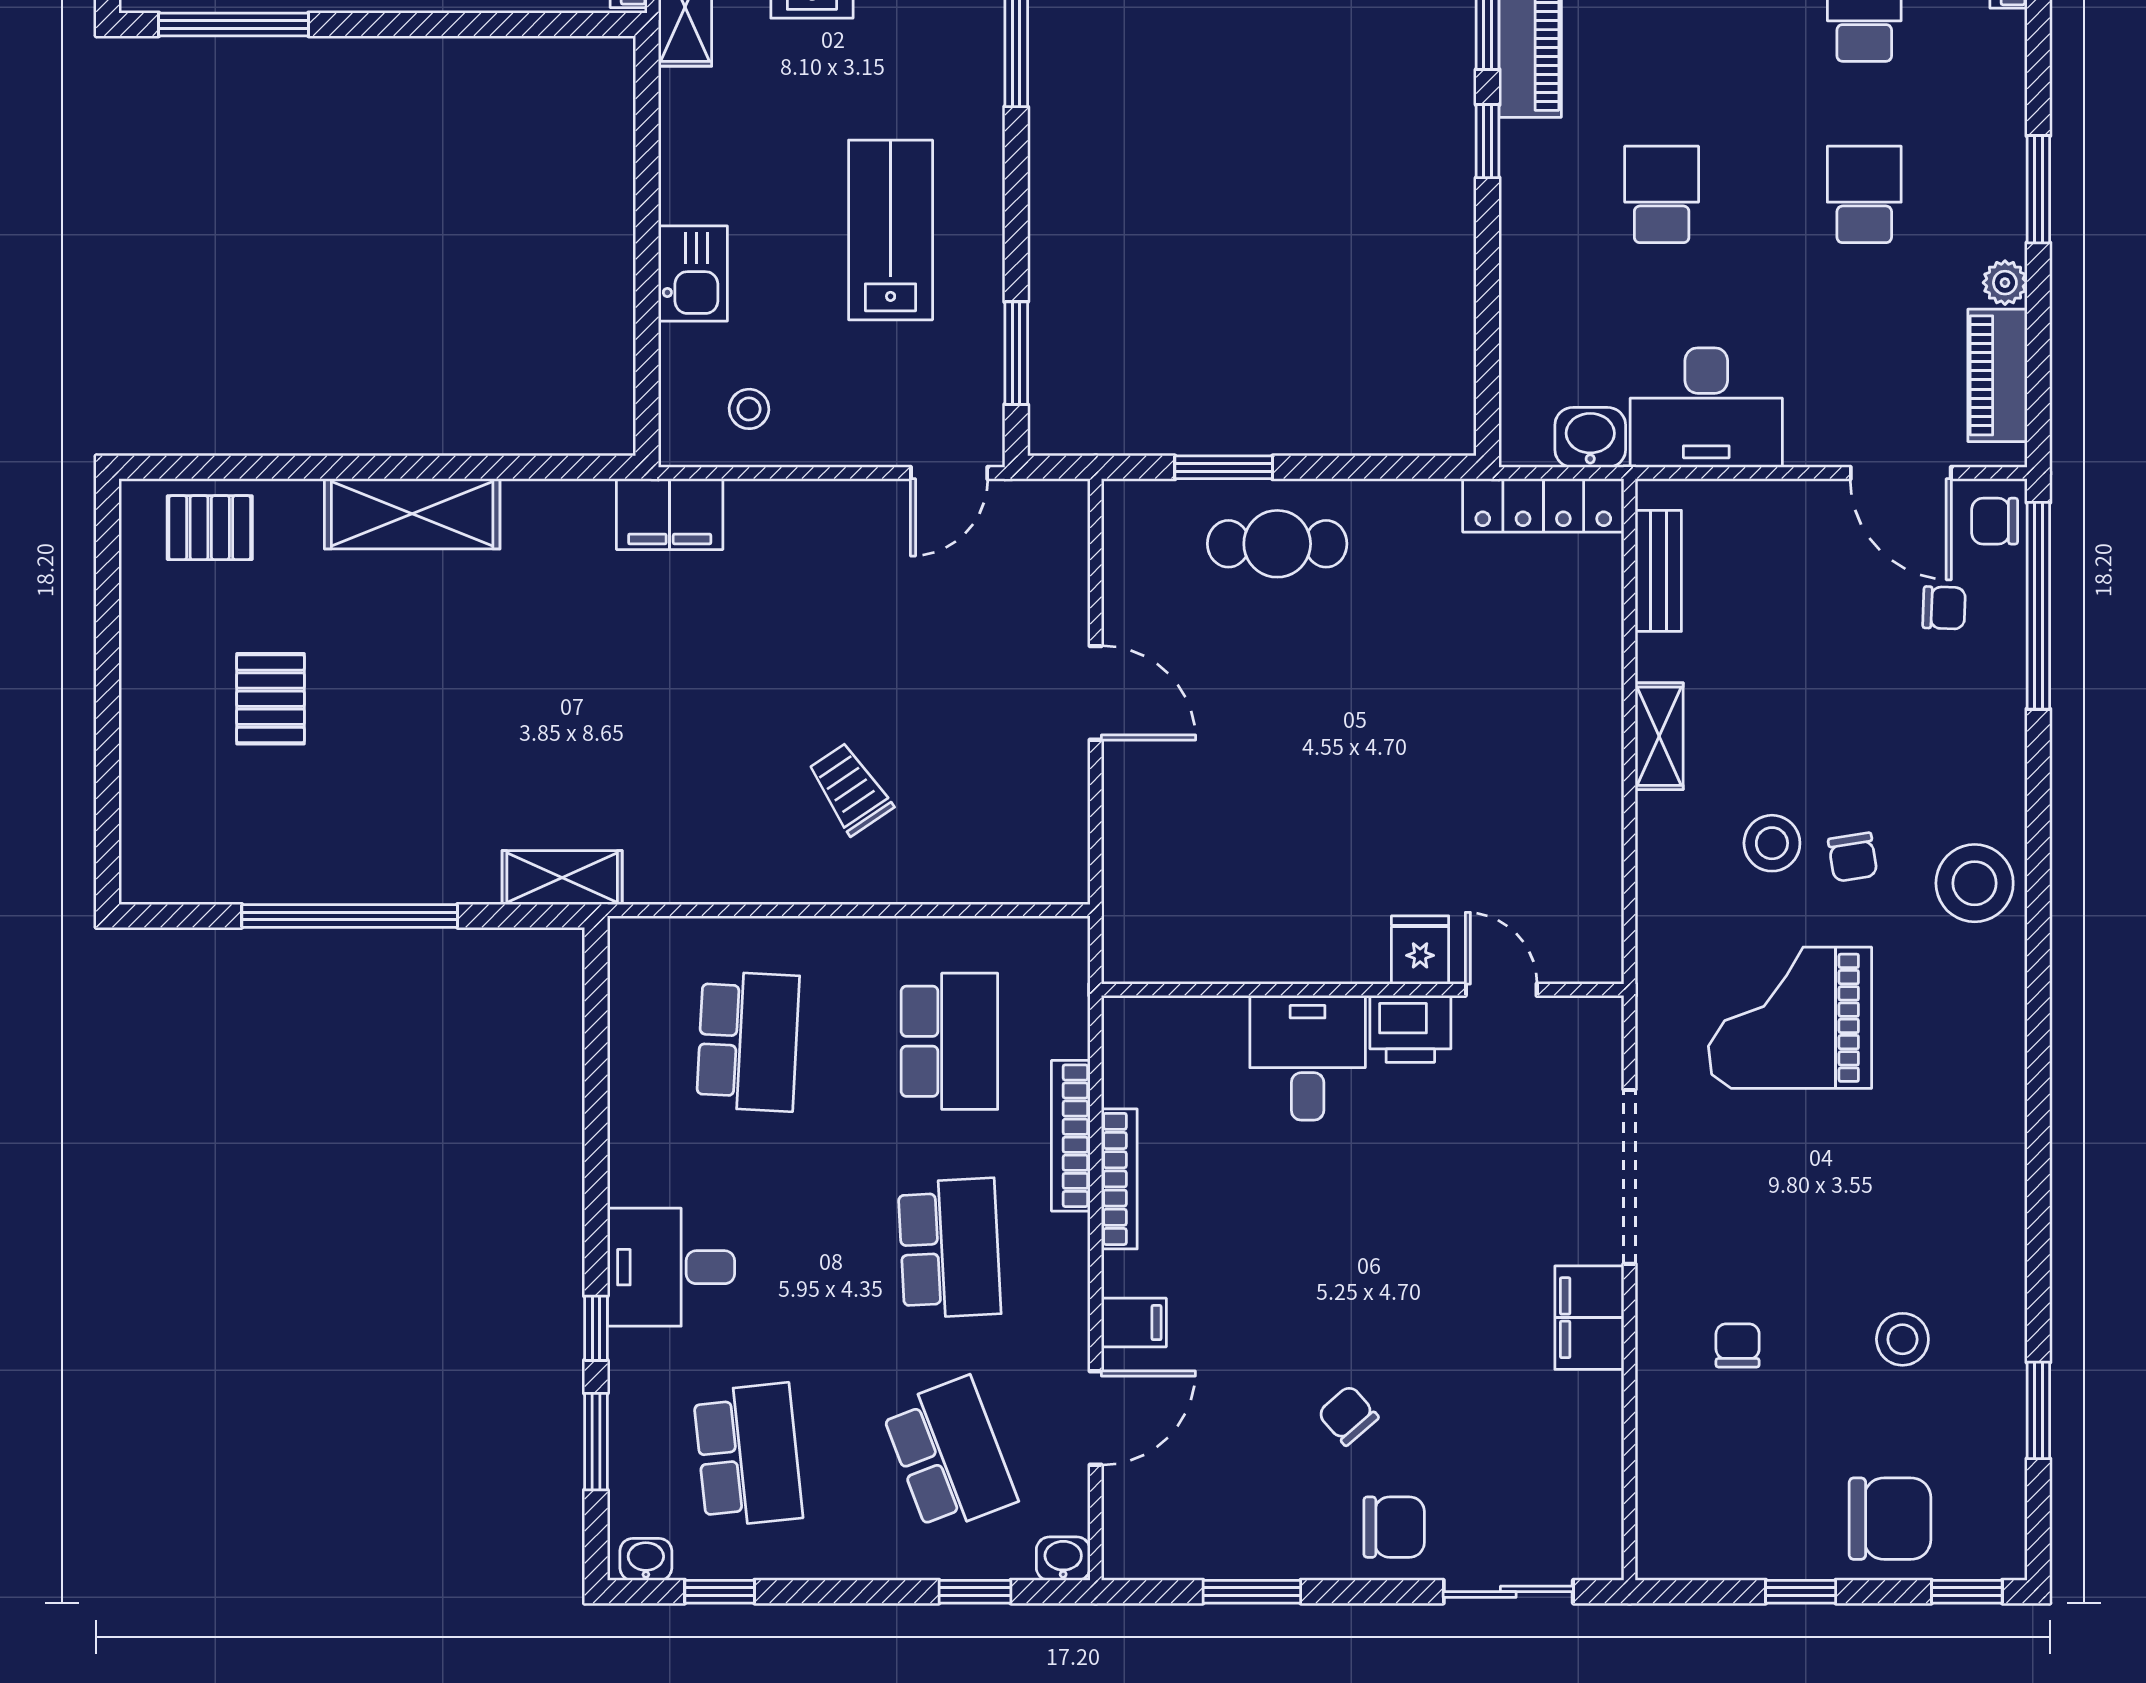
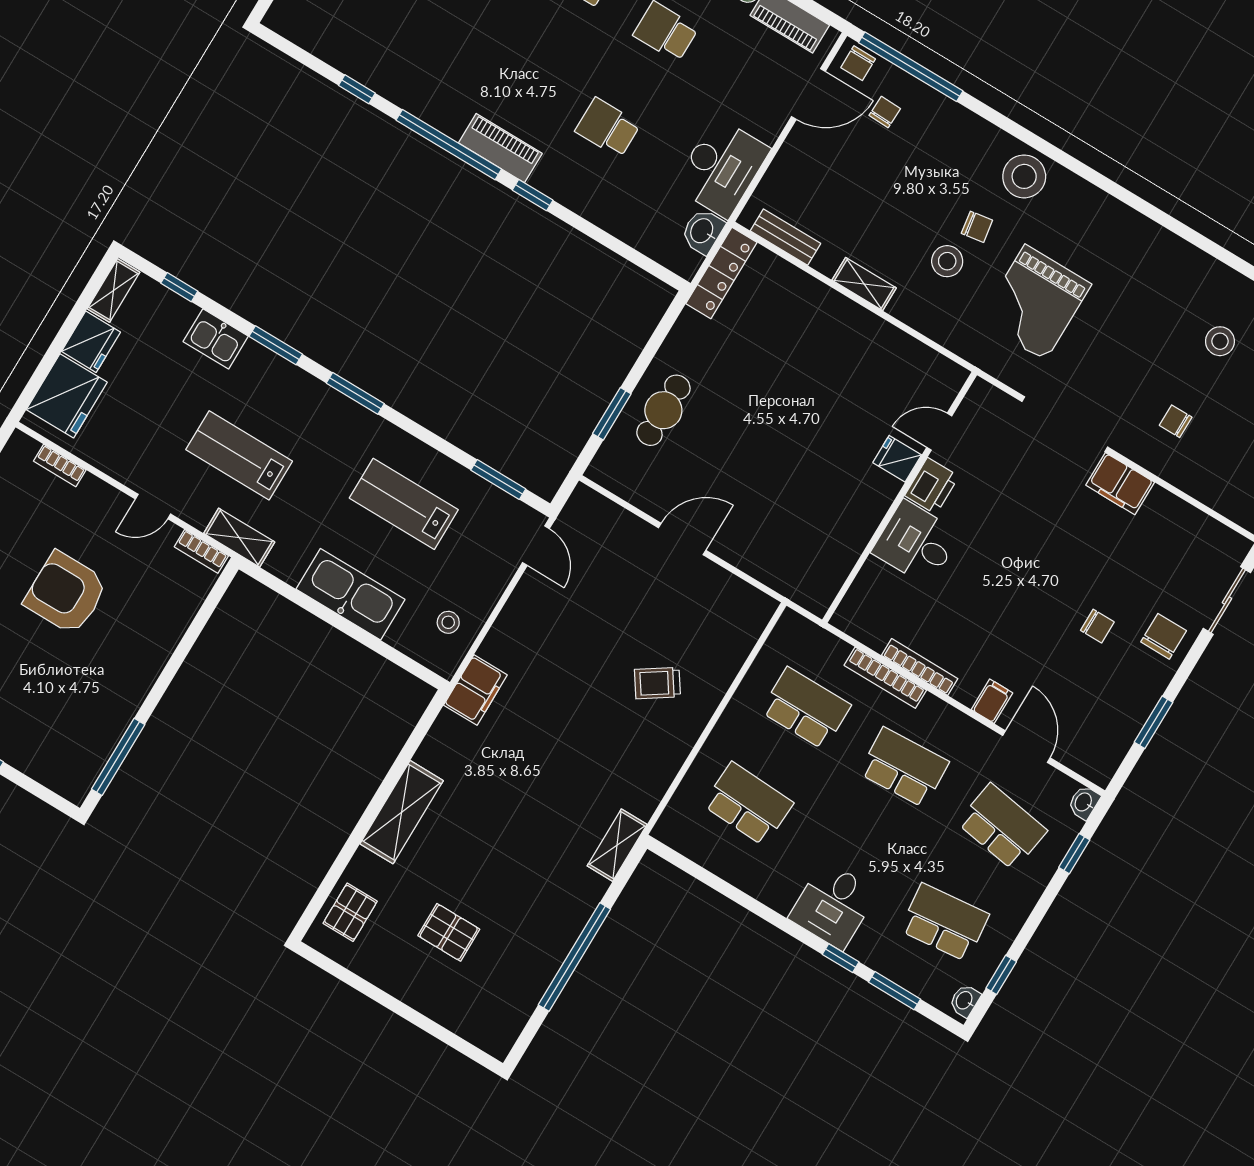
kitchen sink: (693, 274) -> (351, 594), width x1.87, depth x1.24
chair: (1348, 1415) -> (1097, 626), turned -139
school desk: (949, 1455) -> (1002, 827), turned 30

